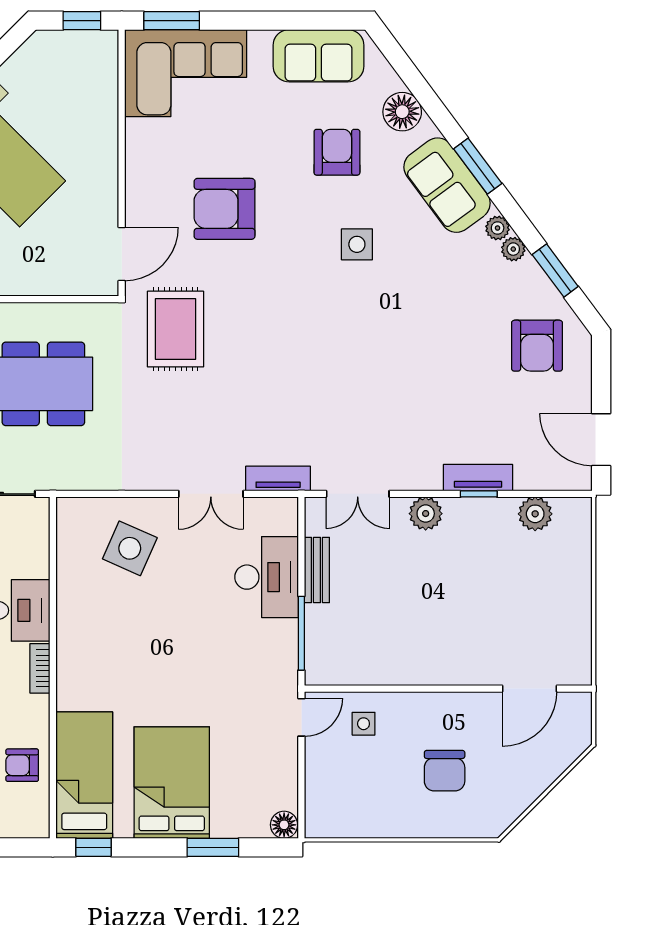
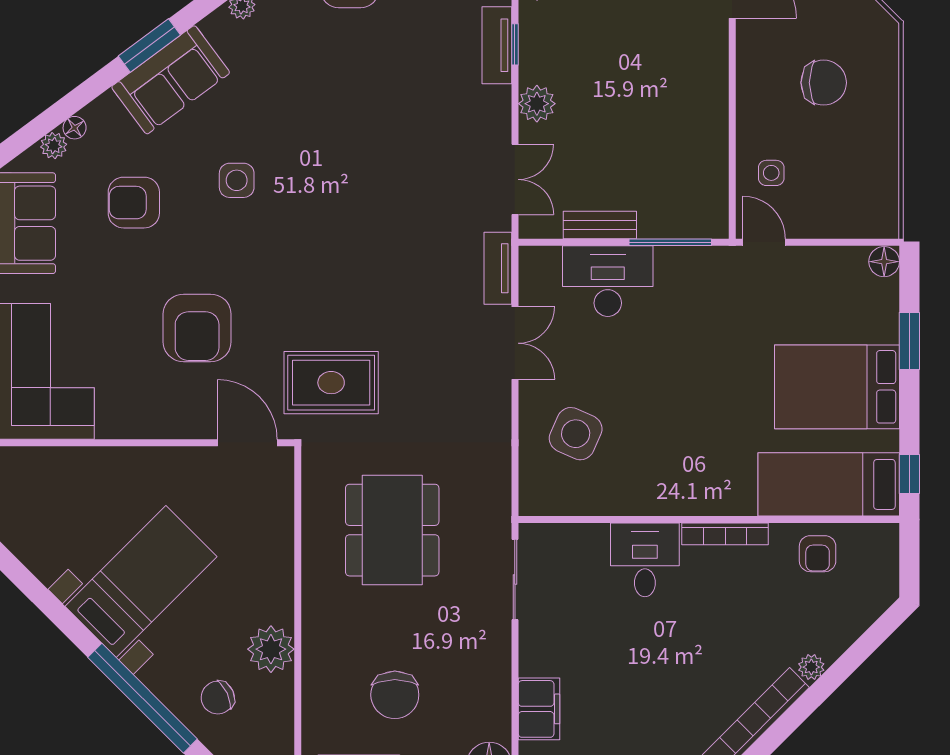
floor lamp: (402, 112) -> (75, 128), width x0.53, depth x0.53
plant: (498, 228) -> (54, 146), moved
bookcase: (40, 668) -> (725, 534), width x1.56

